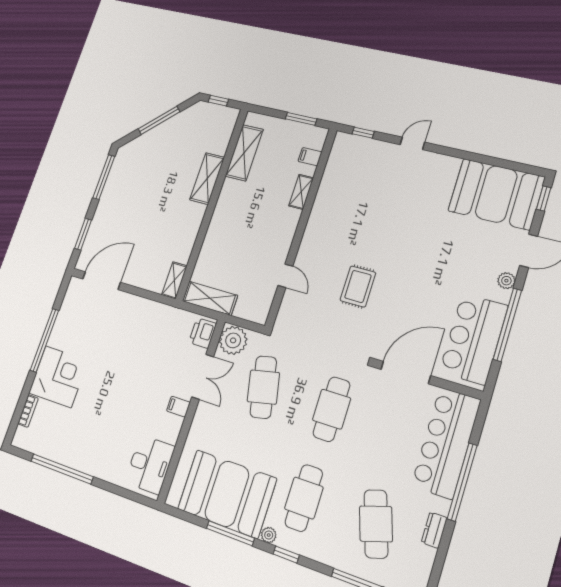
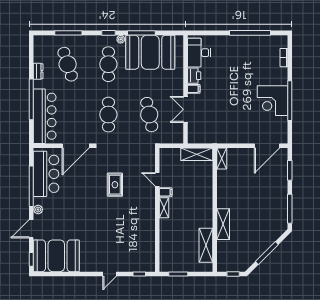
filing cabinet: (310, 157) -> (166, 192), moved
shelving: (301, 192) -> (164, 208), moved
printer: (203, 333) -> (194, 76), moved
plant: (233, 340) -> (175, 135), removed
corner desk: (58, 377) -> (273, 101), moved

